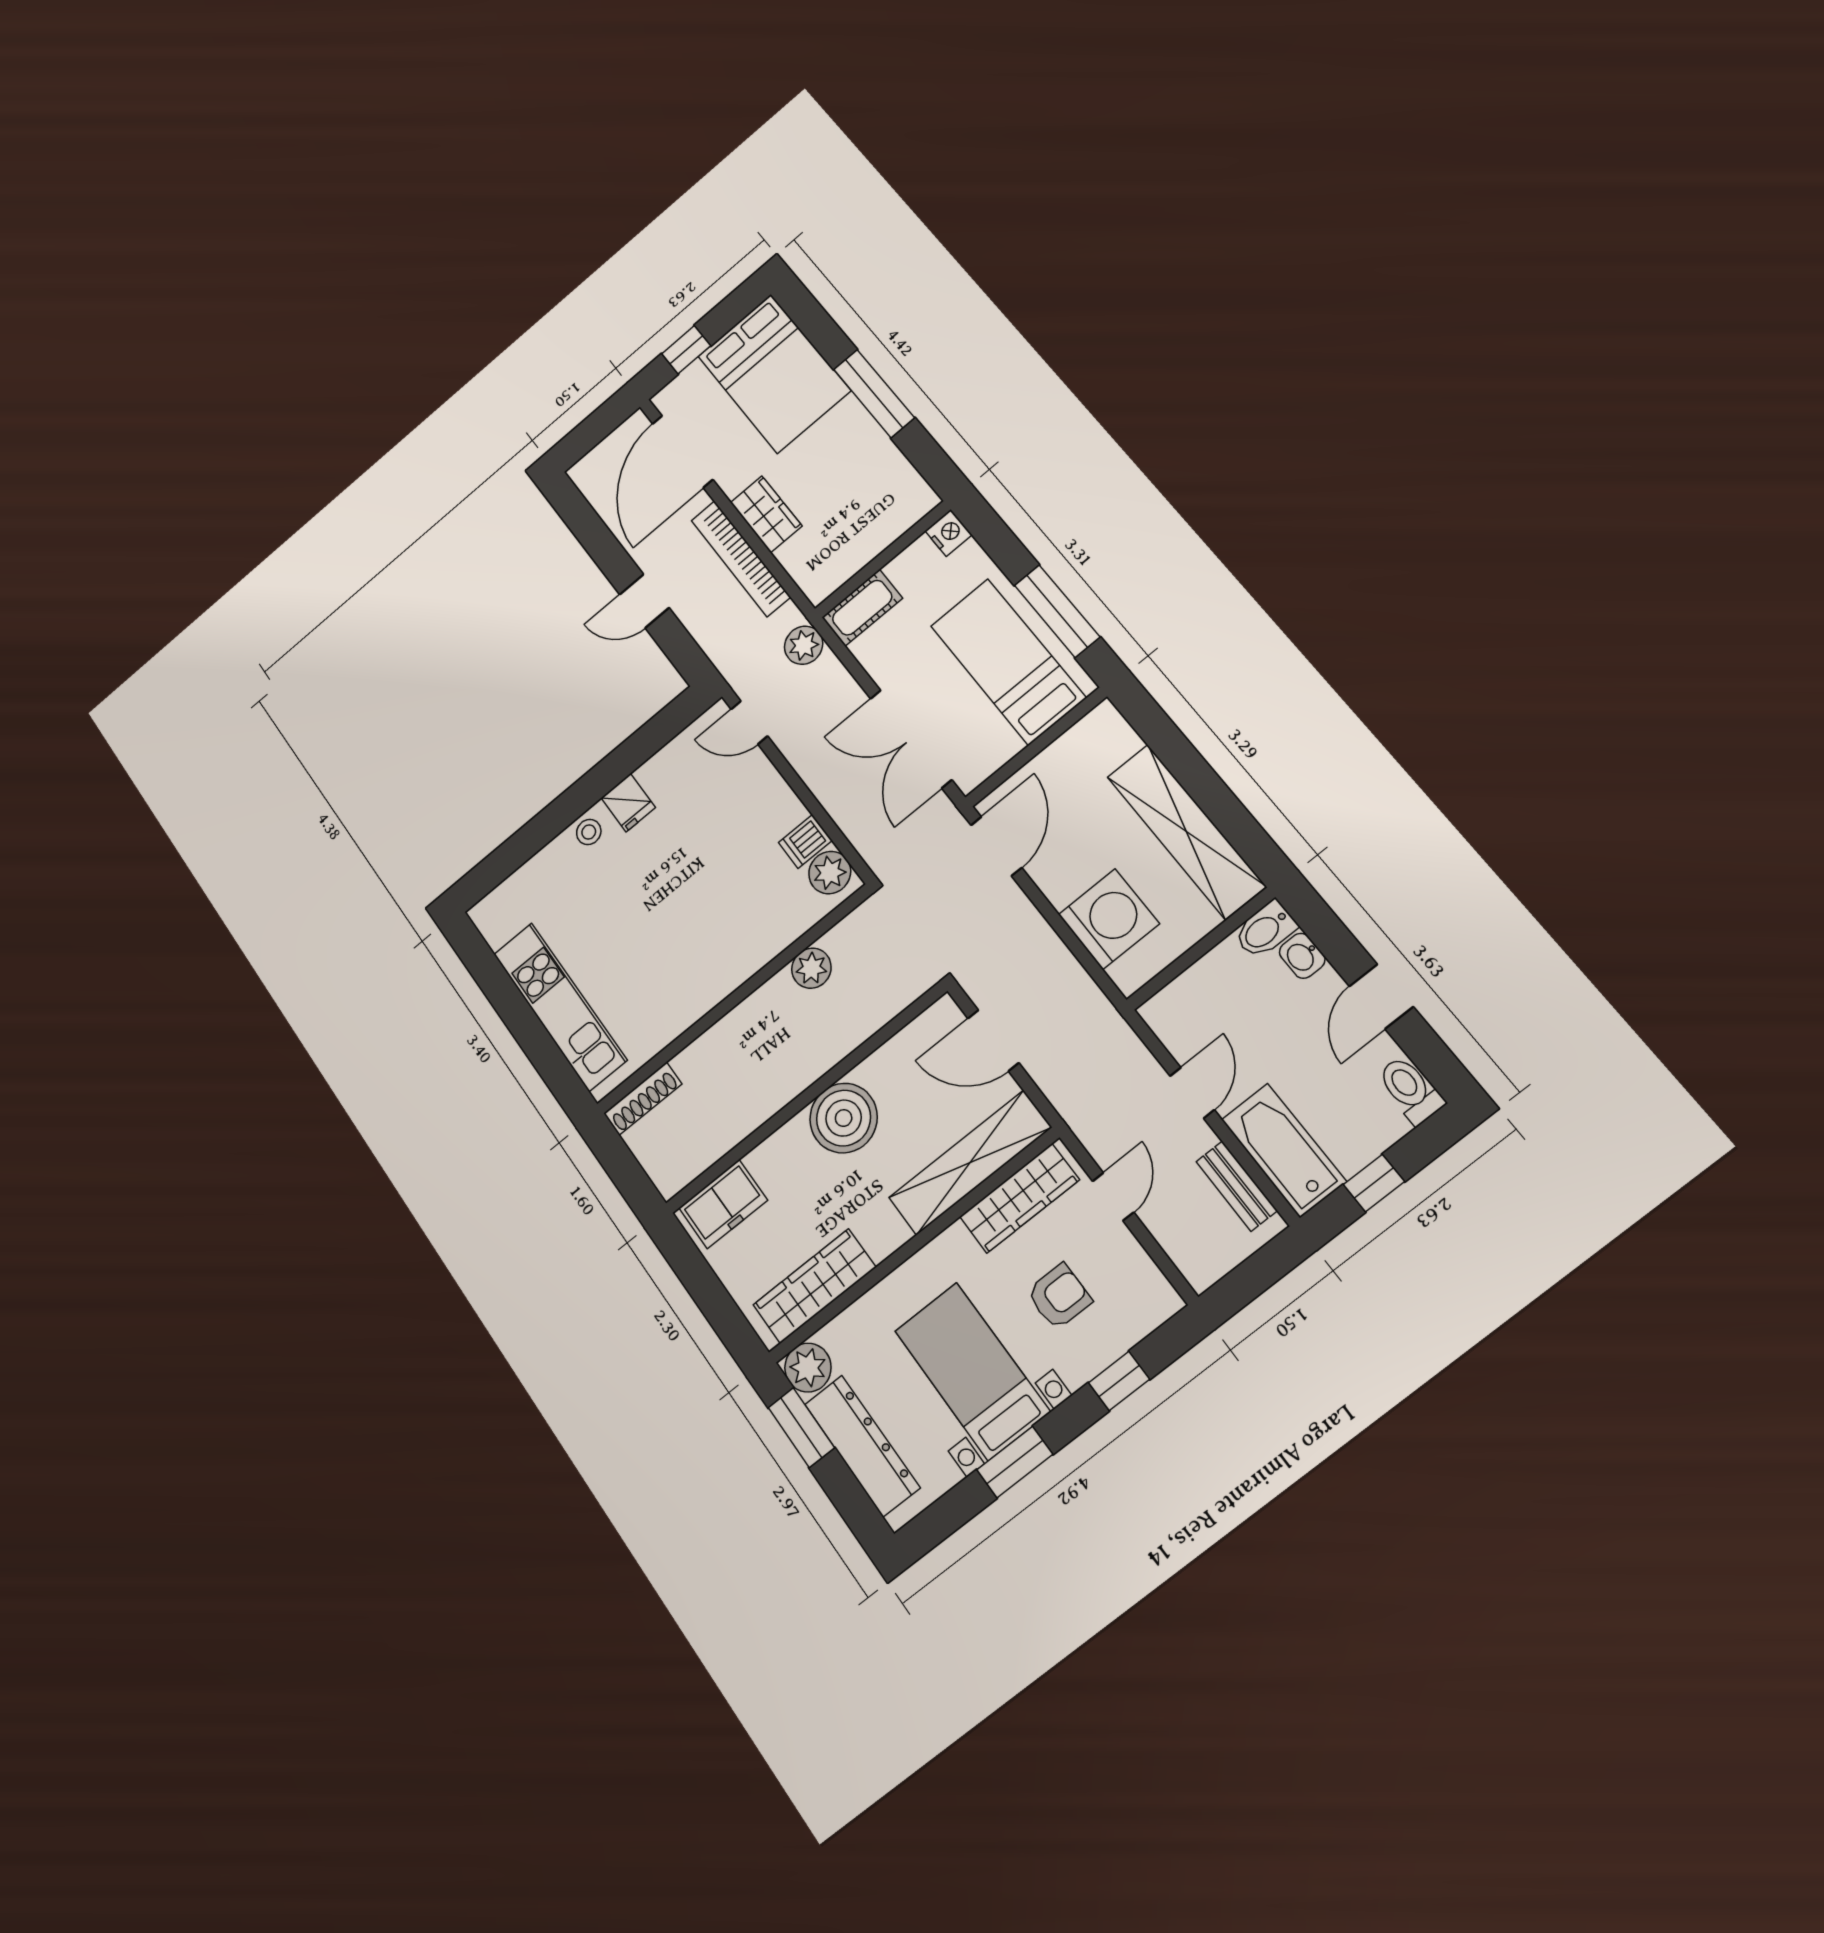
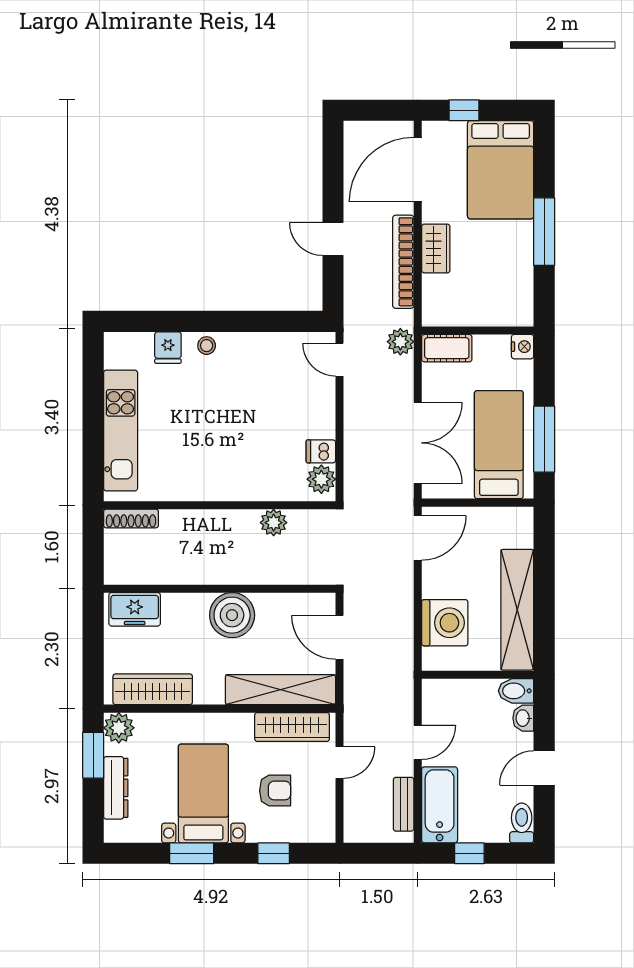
double door: (911, 739) -> (418, 443), swing flipped
fridge: (628, 803) -> (168, 348), moved
dresser: (862, 1446) -> (116, 788), width x0.73, depth x0.80

